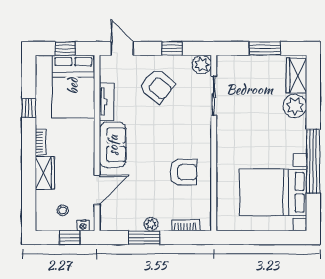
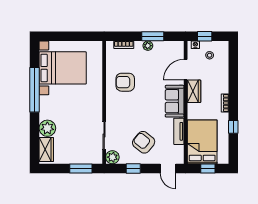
window: (265, 48) -> (81, 168), moved
wardrobe: (45, 173) -> (194, 91), moved, turned 180

